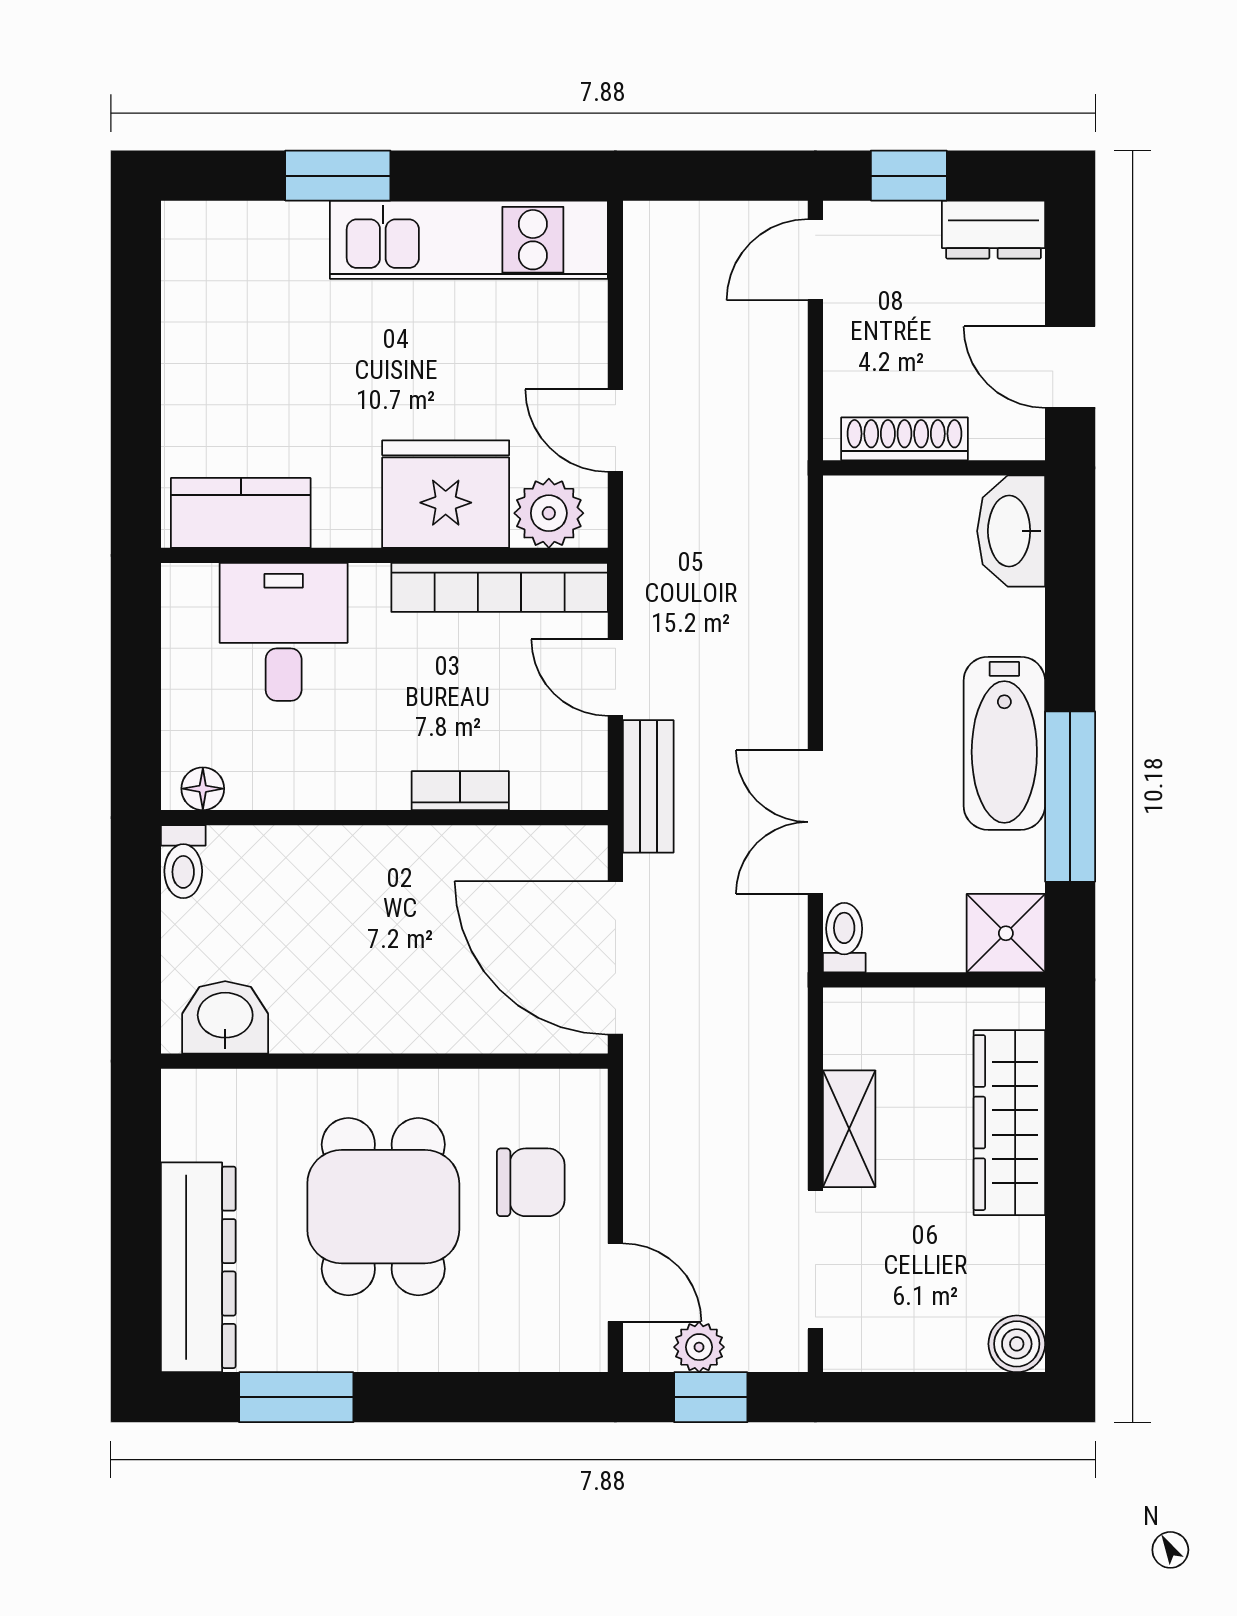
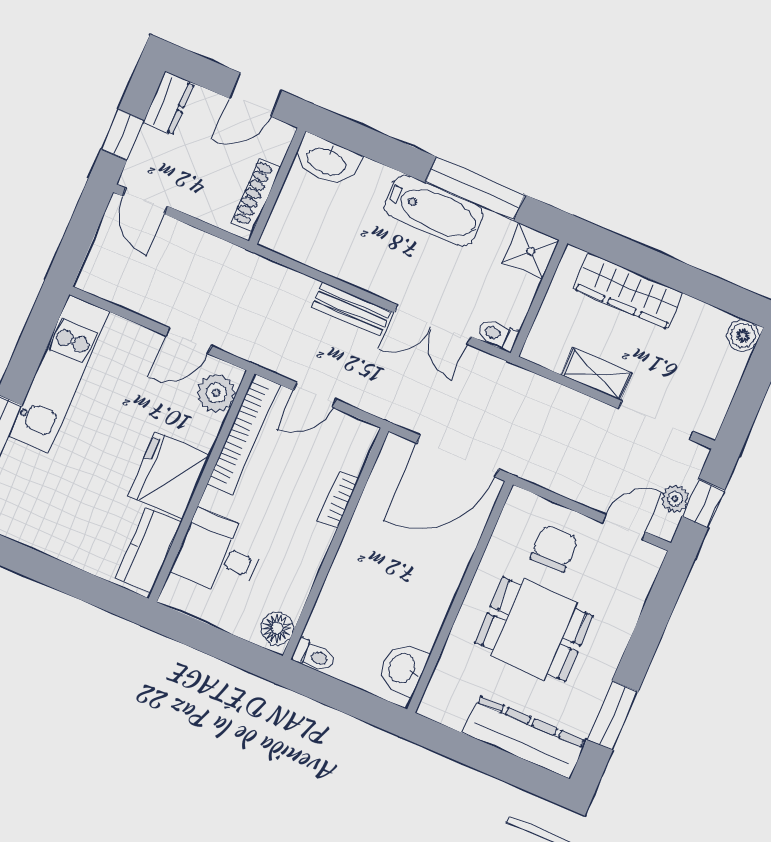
fridge: (446, 494) -> (169, 475), moved
bench: (648, 786) -> (351, 309), moved
floor lamp: (203, 789) -> (277, 628), width x1.37, depth x1.37

